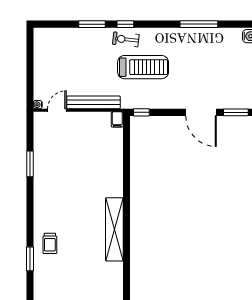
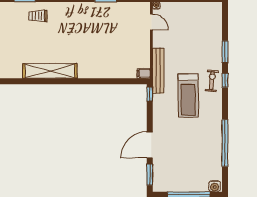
window: (199, 24) -> (225, 143), width x1.46
bench: (94, 102) -> (158, 71), moved

